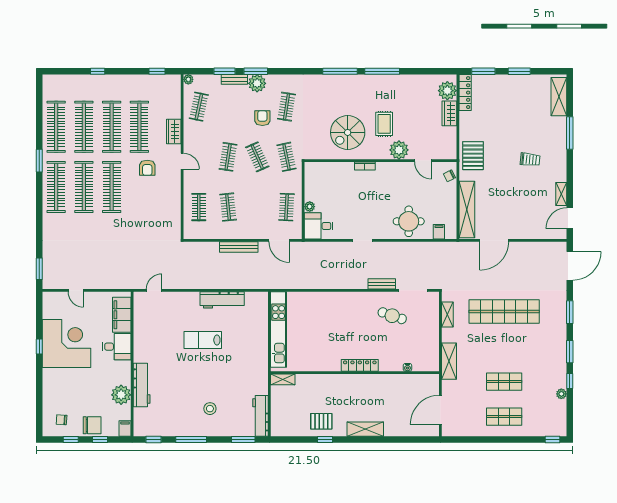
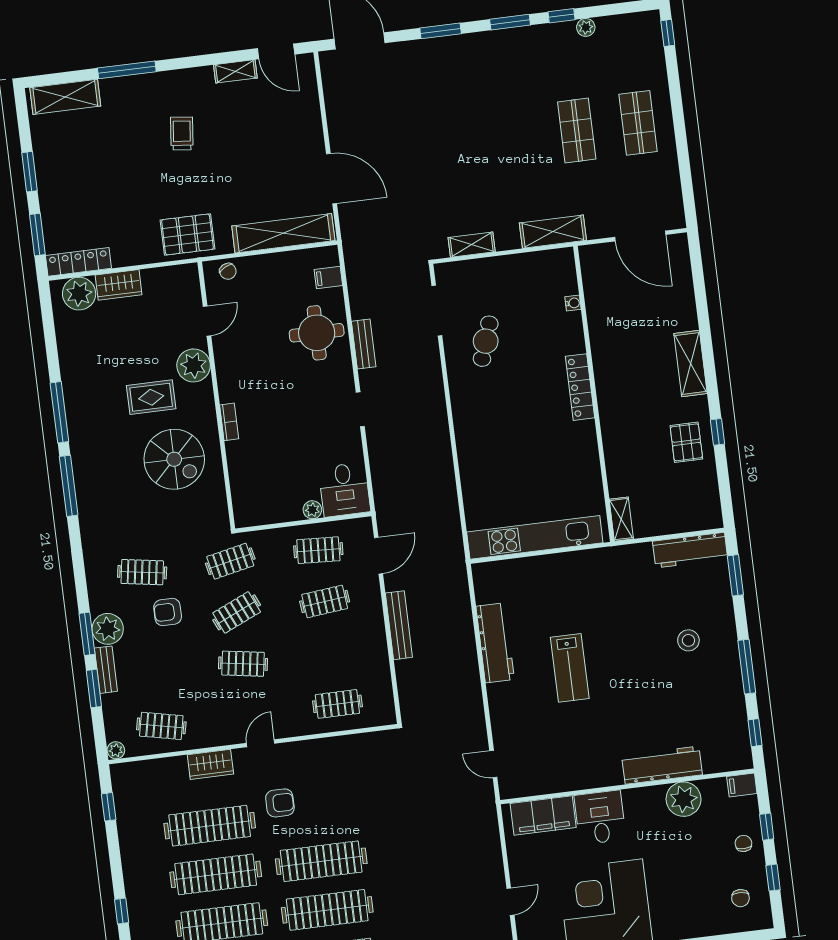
clothes rail: (228, 207) -> (325, 601), moved
bench: (382, 284) -> (364, 344), moved
shop shelf: (504, 311) -> (454, 146), removed
chair: (92, 425) -> (743, 843), width x0.54, depth x0.54

